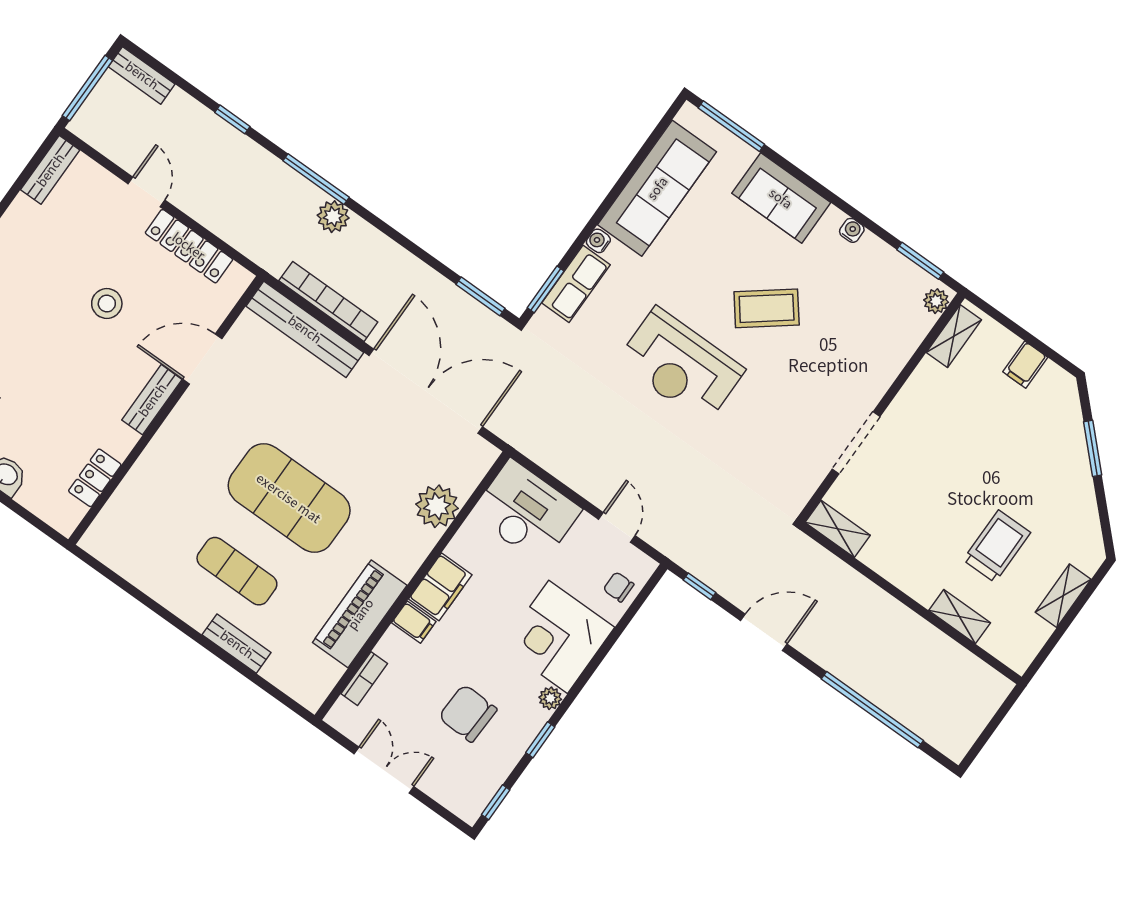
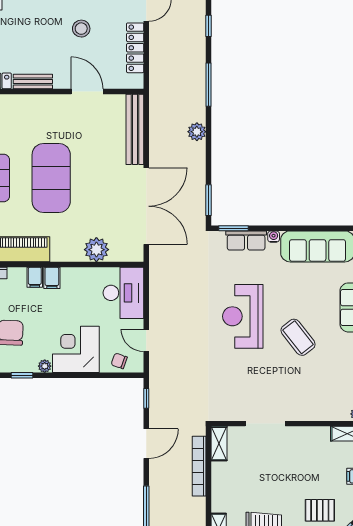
plant: (333, 217) -> (197, 132), moved
bookcase: (328, 301) -> (199, 466), moved, turned 180
bench: (152, 400) -> (33, 81), moved
pallet: (1035, 453) -> (320, 510), added
door: (617, 527) -> (146, 340), swing flipped
filing cabinet: (440, 587) -> (52, 278), width x0.50
chair: (619, 587) -> (119, 361), turned -71
door: (764, 632) -> (146, 444), hinge flipped

